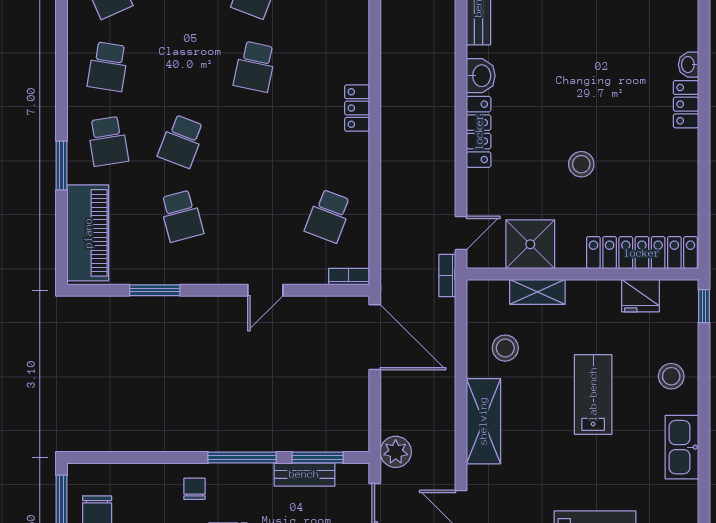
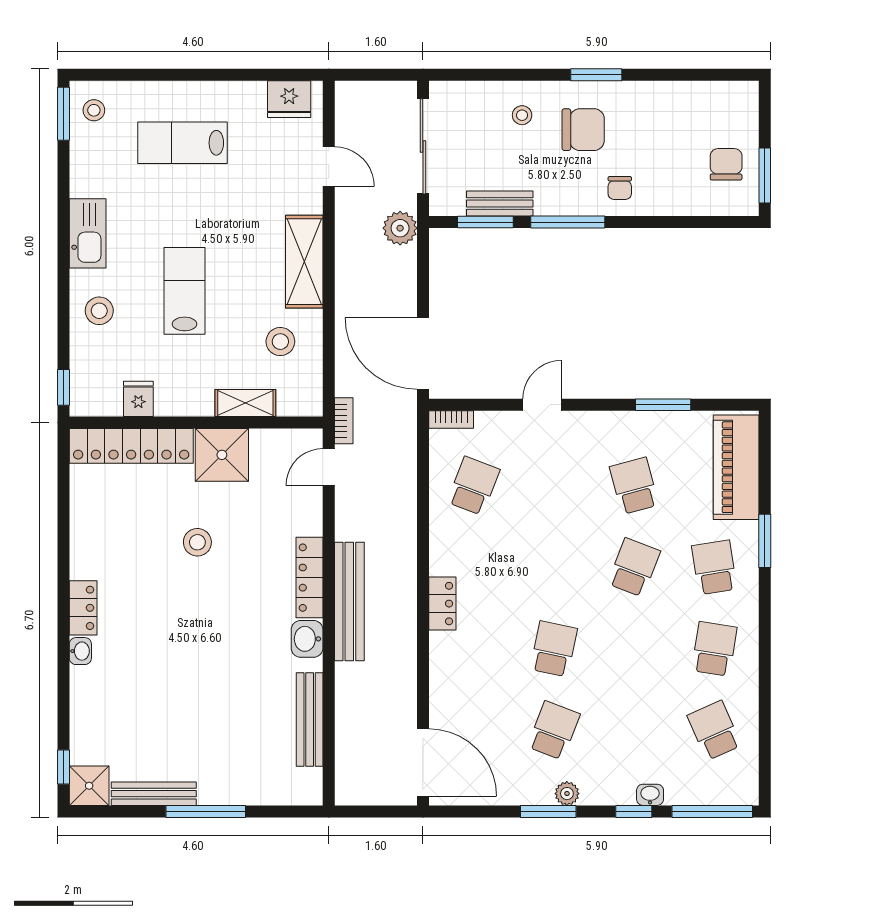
bench: (442, 110) -> (349, 602), added
shower: (530, 244) -> (222, 455), moved
fridge: (641, 296) -> (138, 399), width x0.72
lab bench: (593, 394) -> (184, 291), turned 180

